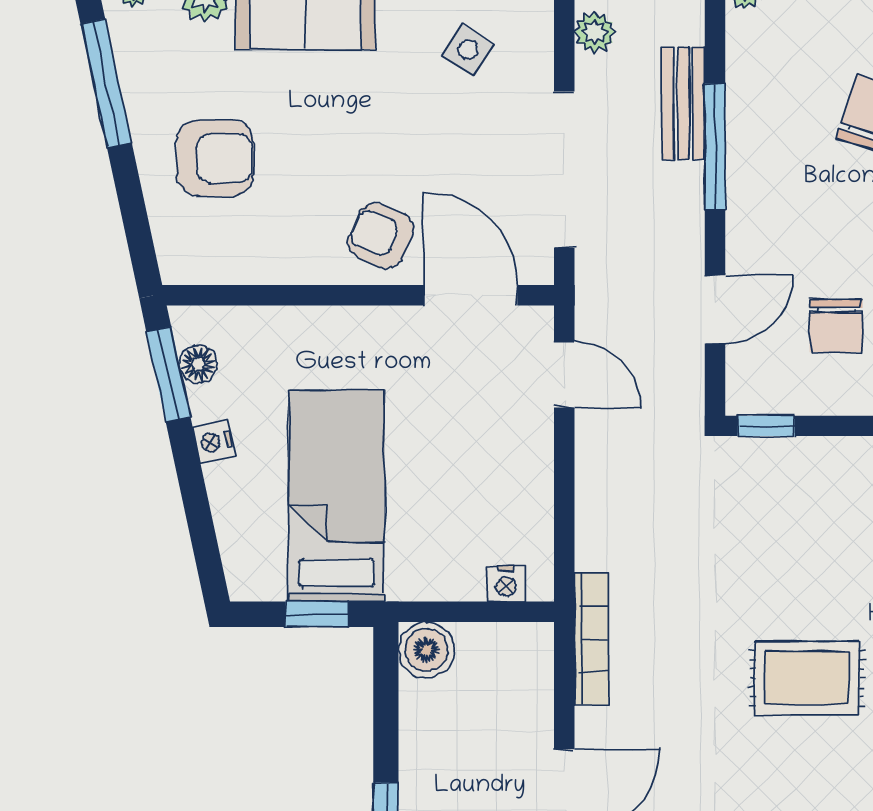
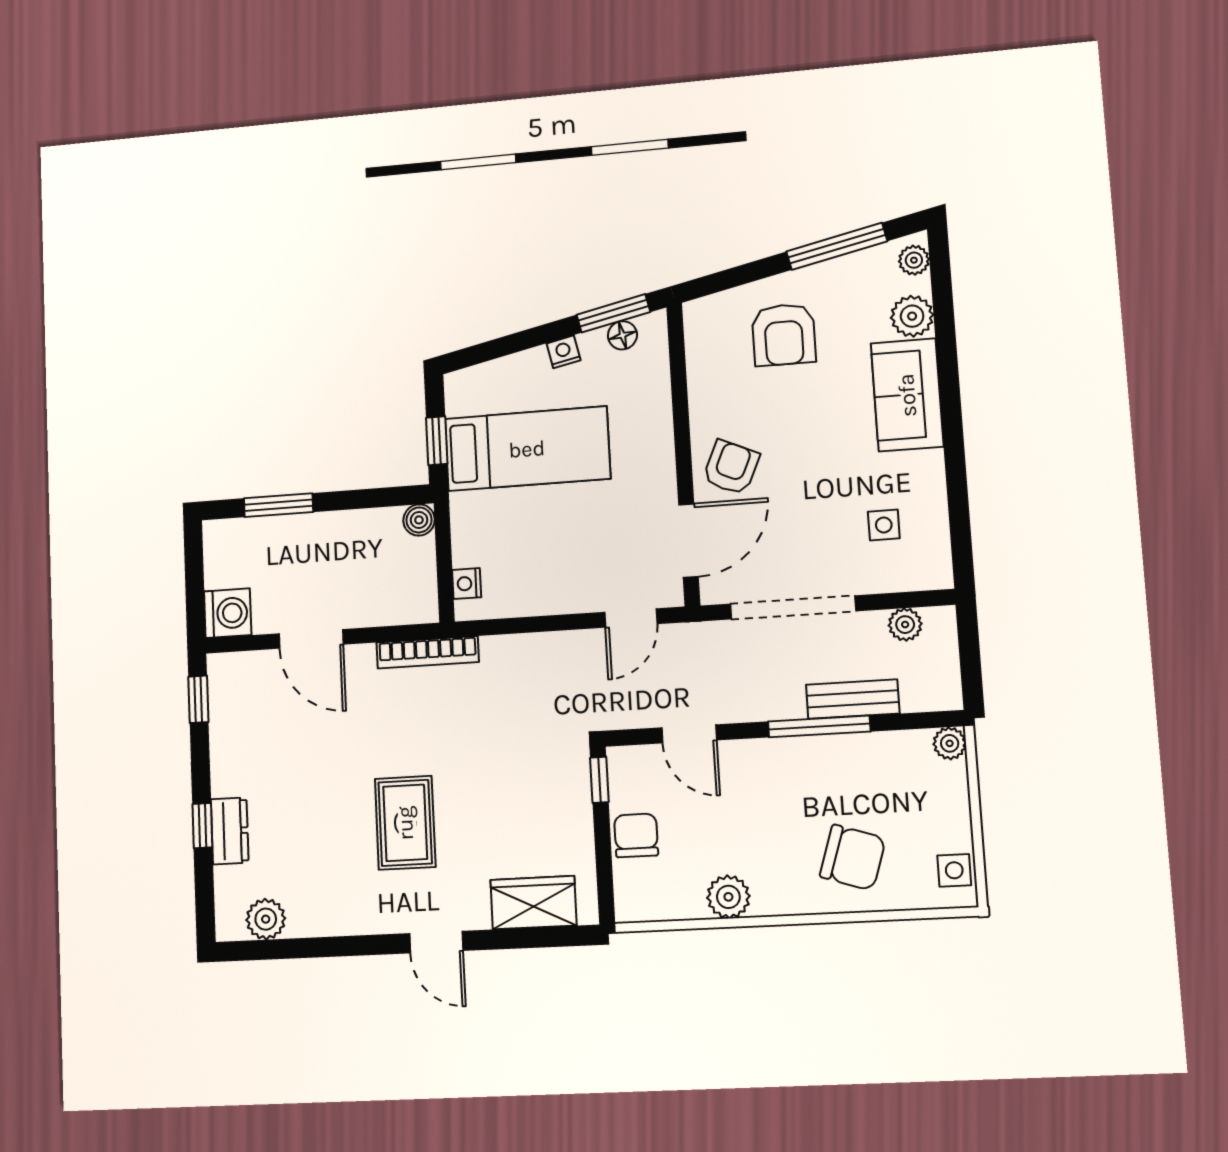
side table: (468, 50) -> (884, 525), turned -33
chair: (836, 326) -> (636, 835), moved, turned 90
boiler: (427, 650) -> (419, 520), width x0.73, depth x0.73

